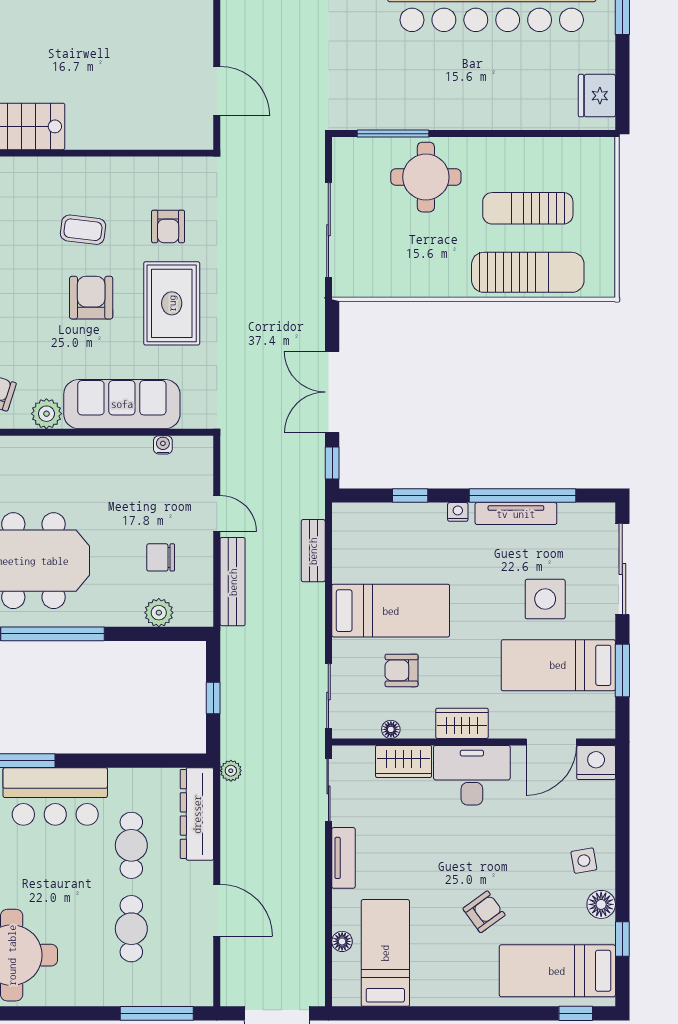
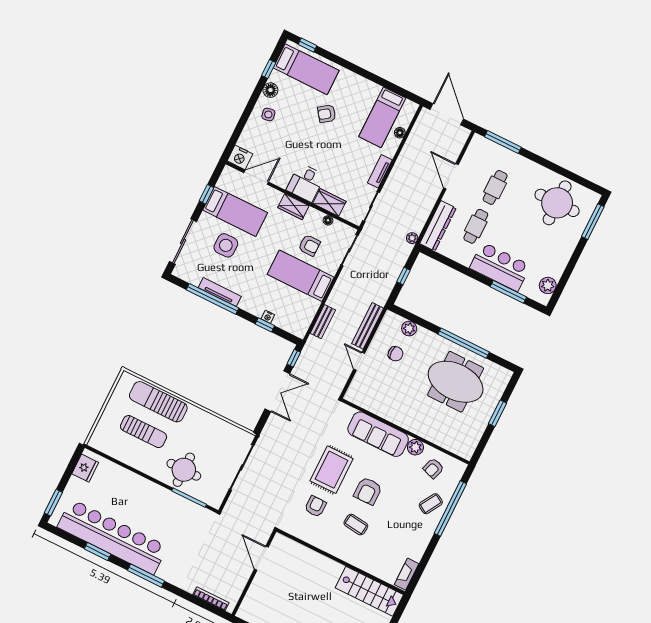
water cooler: (163, 445) -> (368, 406), removed
nightstand: (458, 512) -> (268, 317), moved
window: (622, 670) -> (206, 194), width x0.67
desk: (472, 775) -> (306, 183), width x0.73

